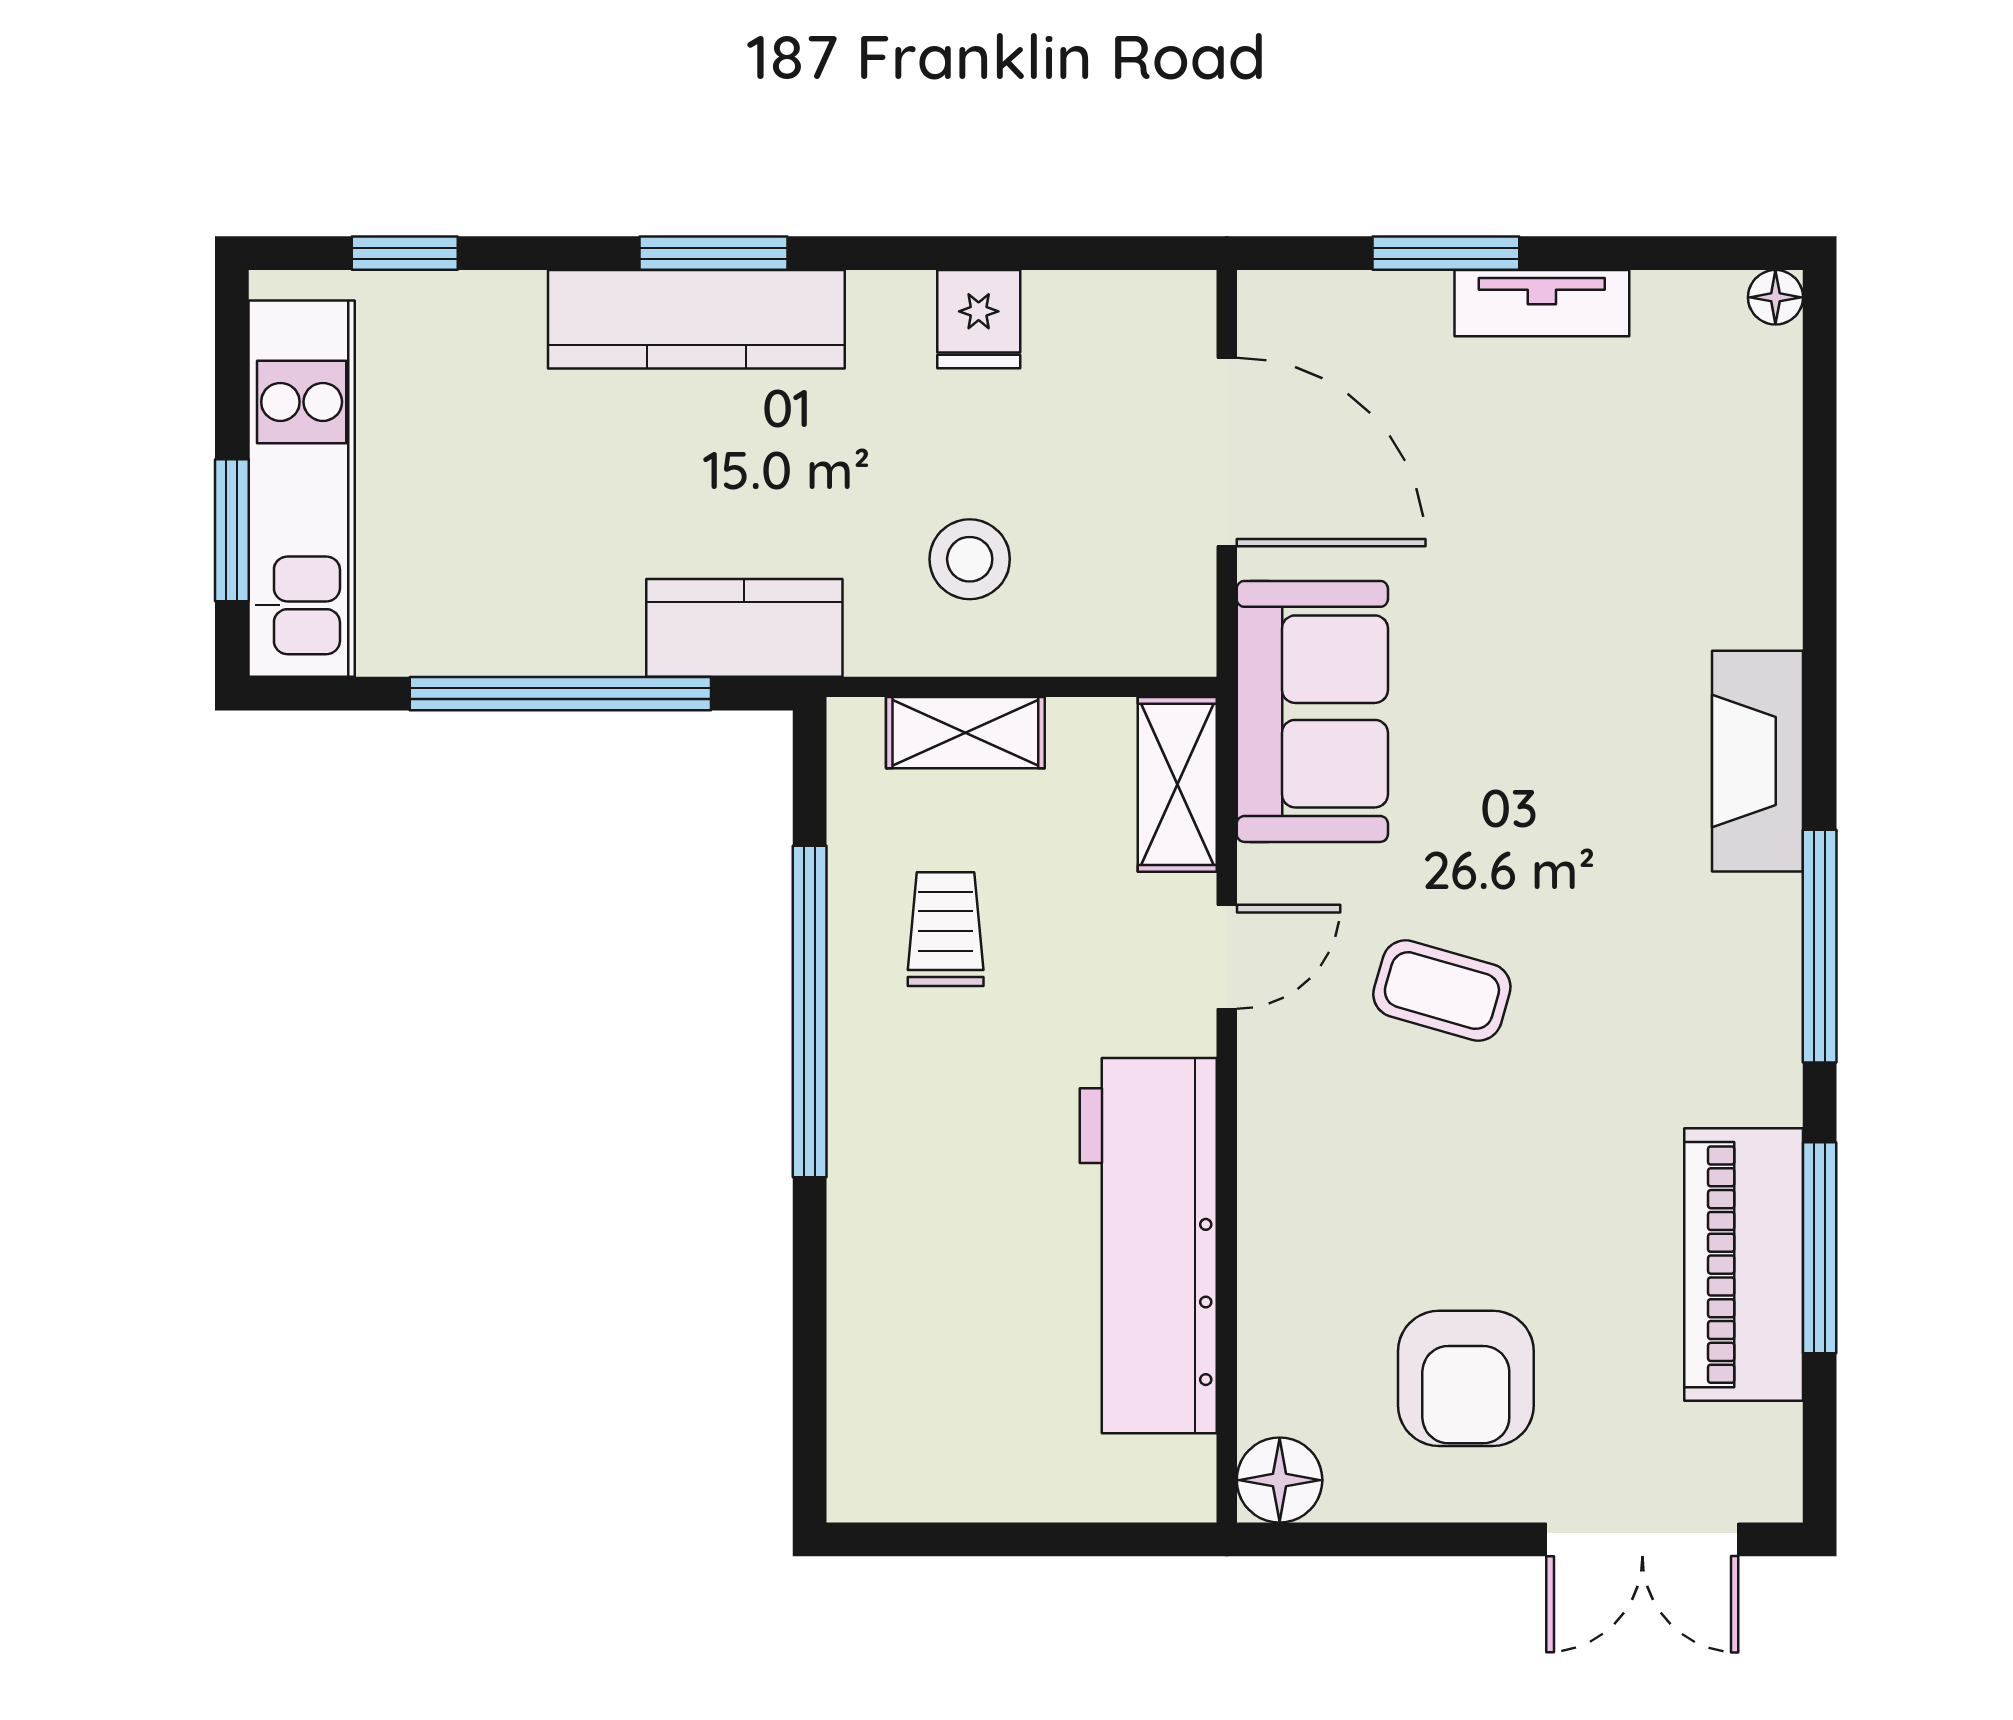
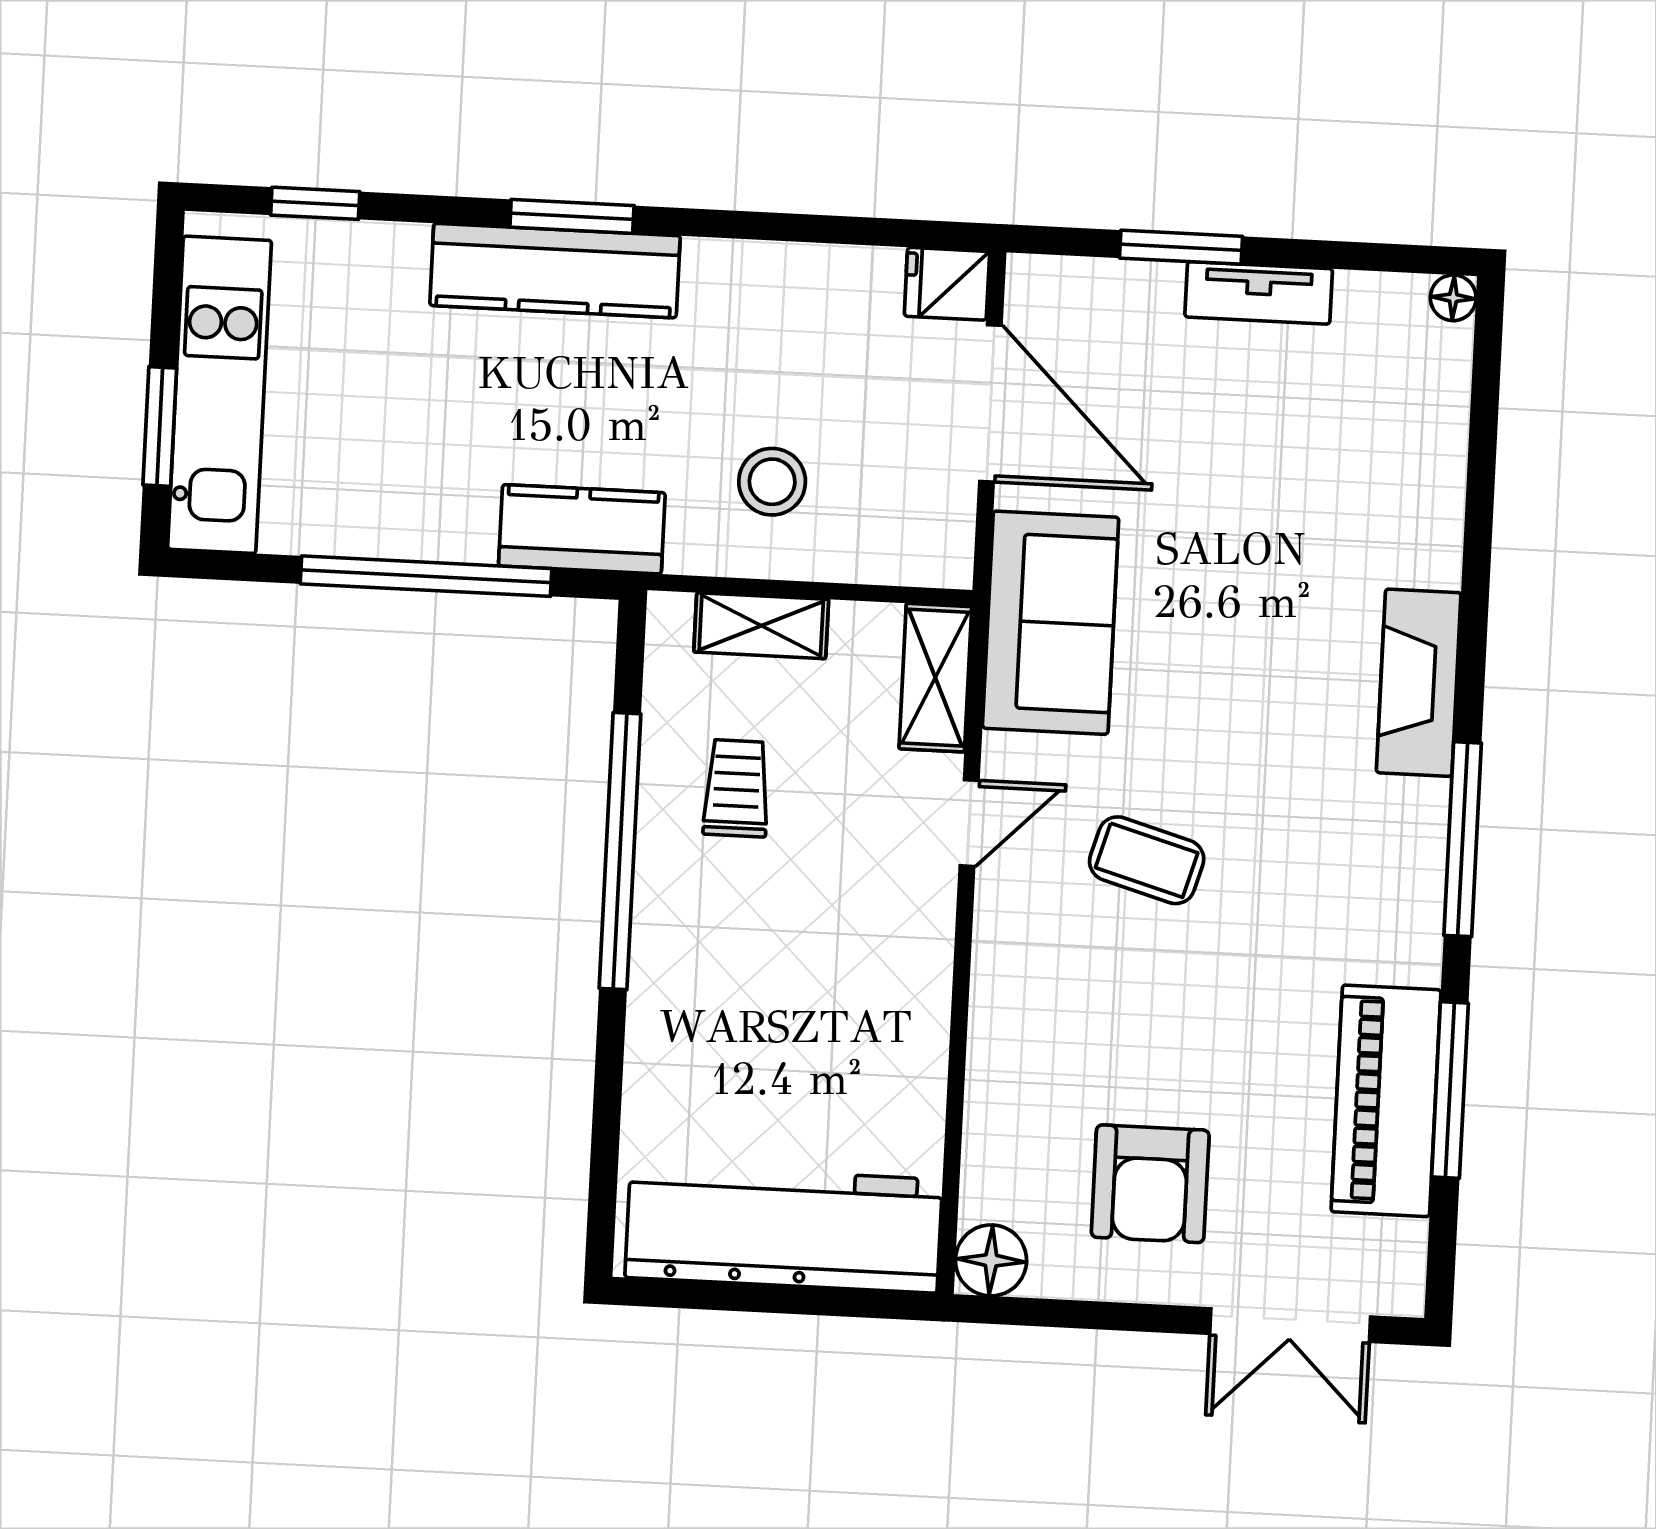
fridge: (979, 319) -> (947, 284), moved, turned 90
workbench: (1148, 1246) -> (784, 1229), moved, turned 90

